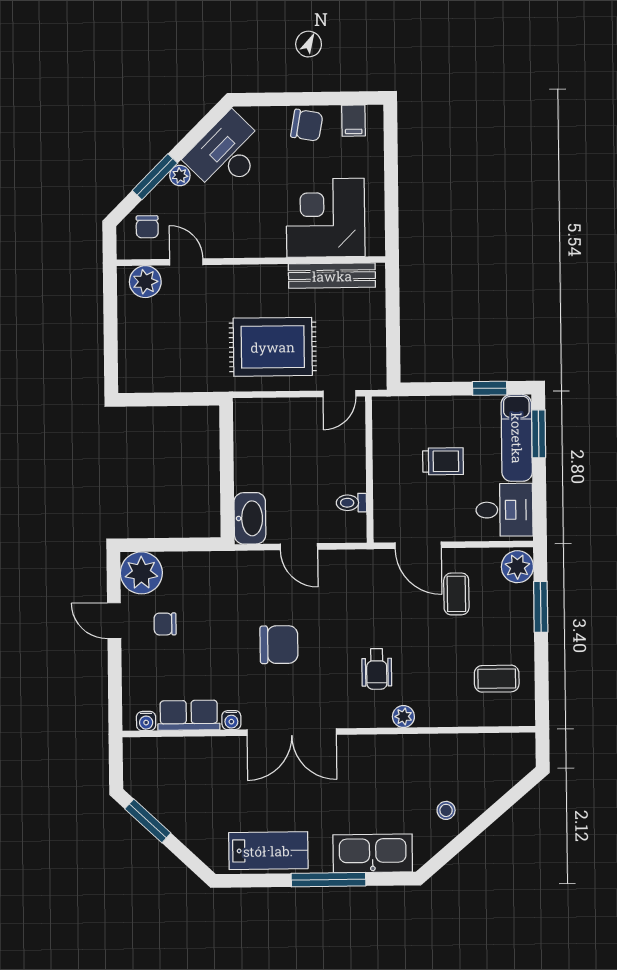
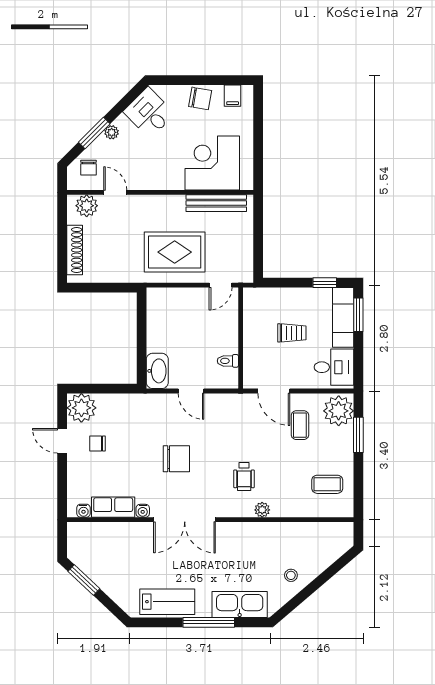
desk: (227, 154) -> (149, 113), width x0.73
shoe rack: (129, 346) -> (75, 250), added
plant: (517, 567) -> (339, 411), width x1.36, depth x1.36

